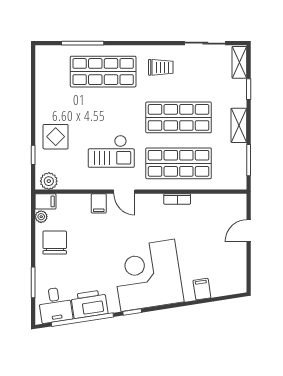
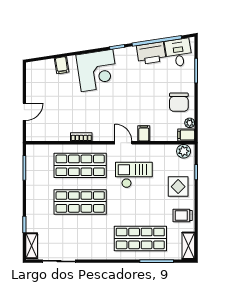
trolley: (161, 67) -> (183, 216), moved
shelving: (239, 125) -> (188, 246), moved
corner desk: (148, 275) -> (97, 71), width x0.74, depth x0.74

